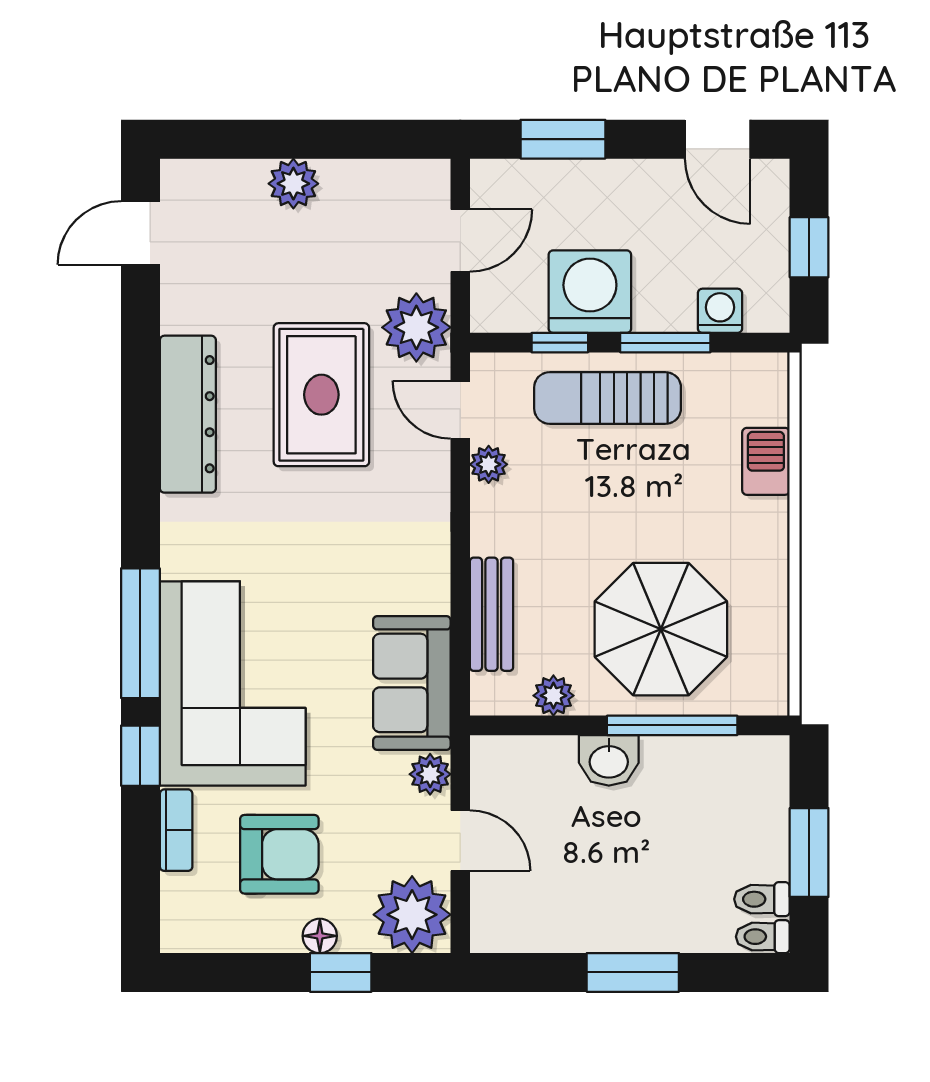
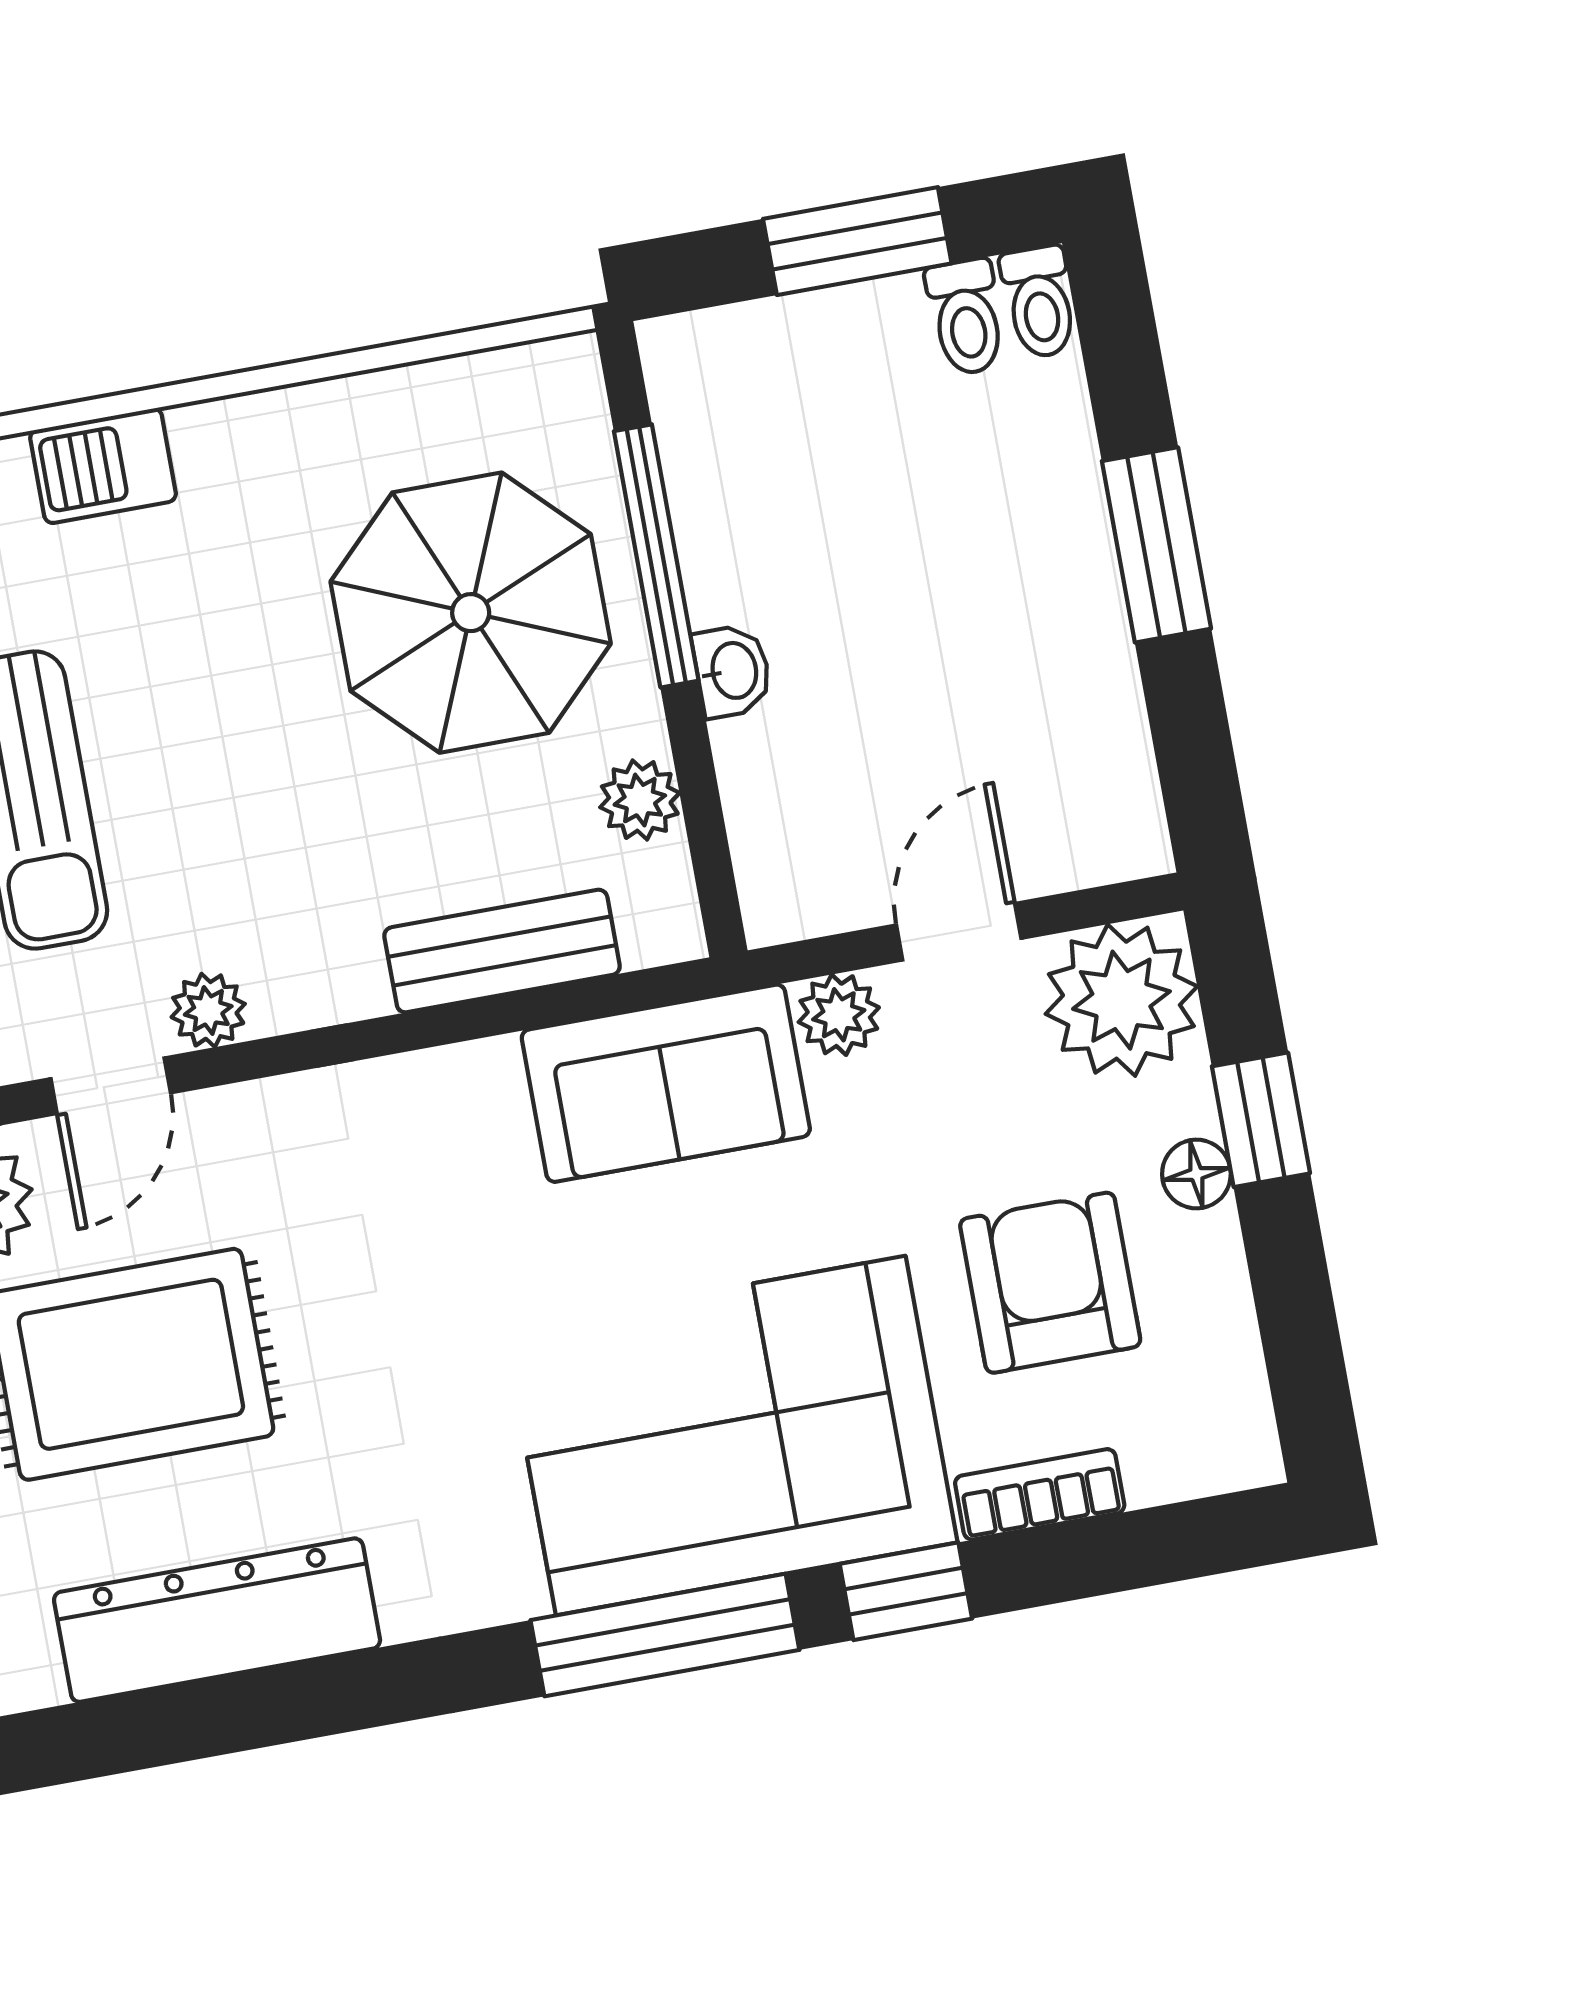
washbasin: (609, 760) -> (732, 671), width x0.72, depth x0.69

